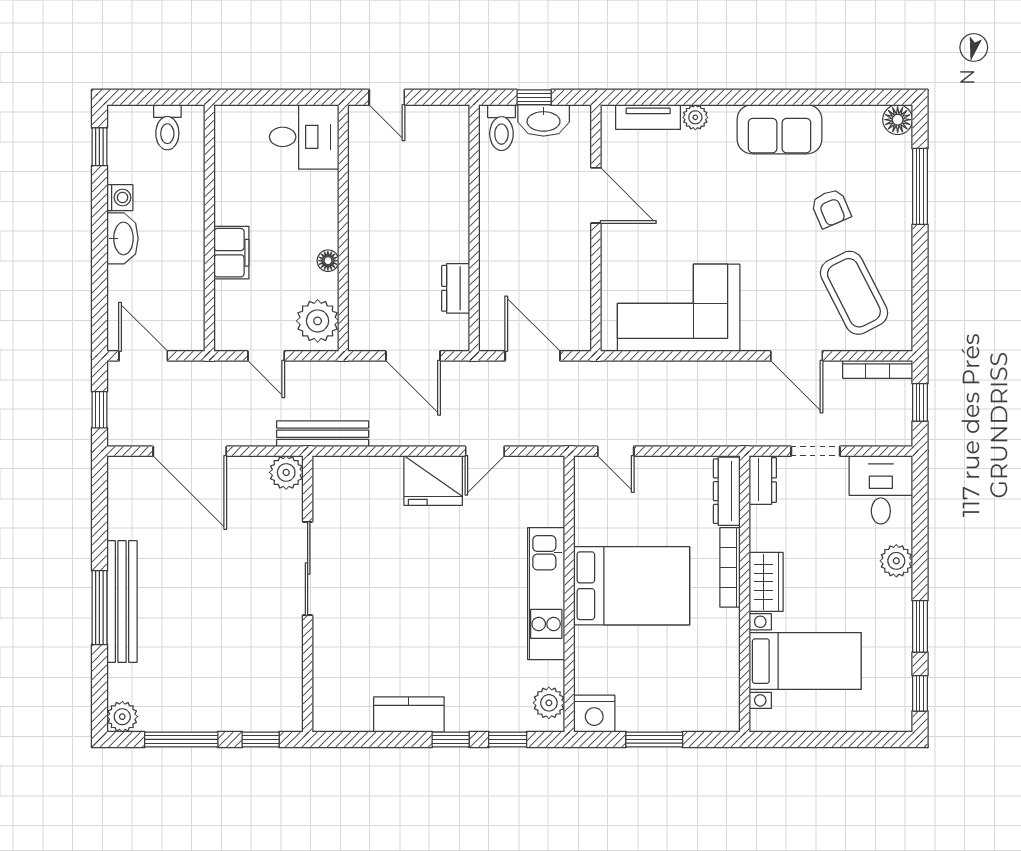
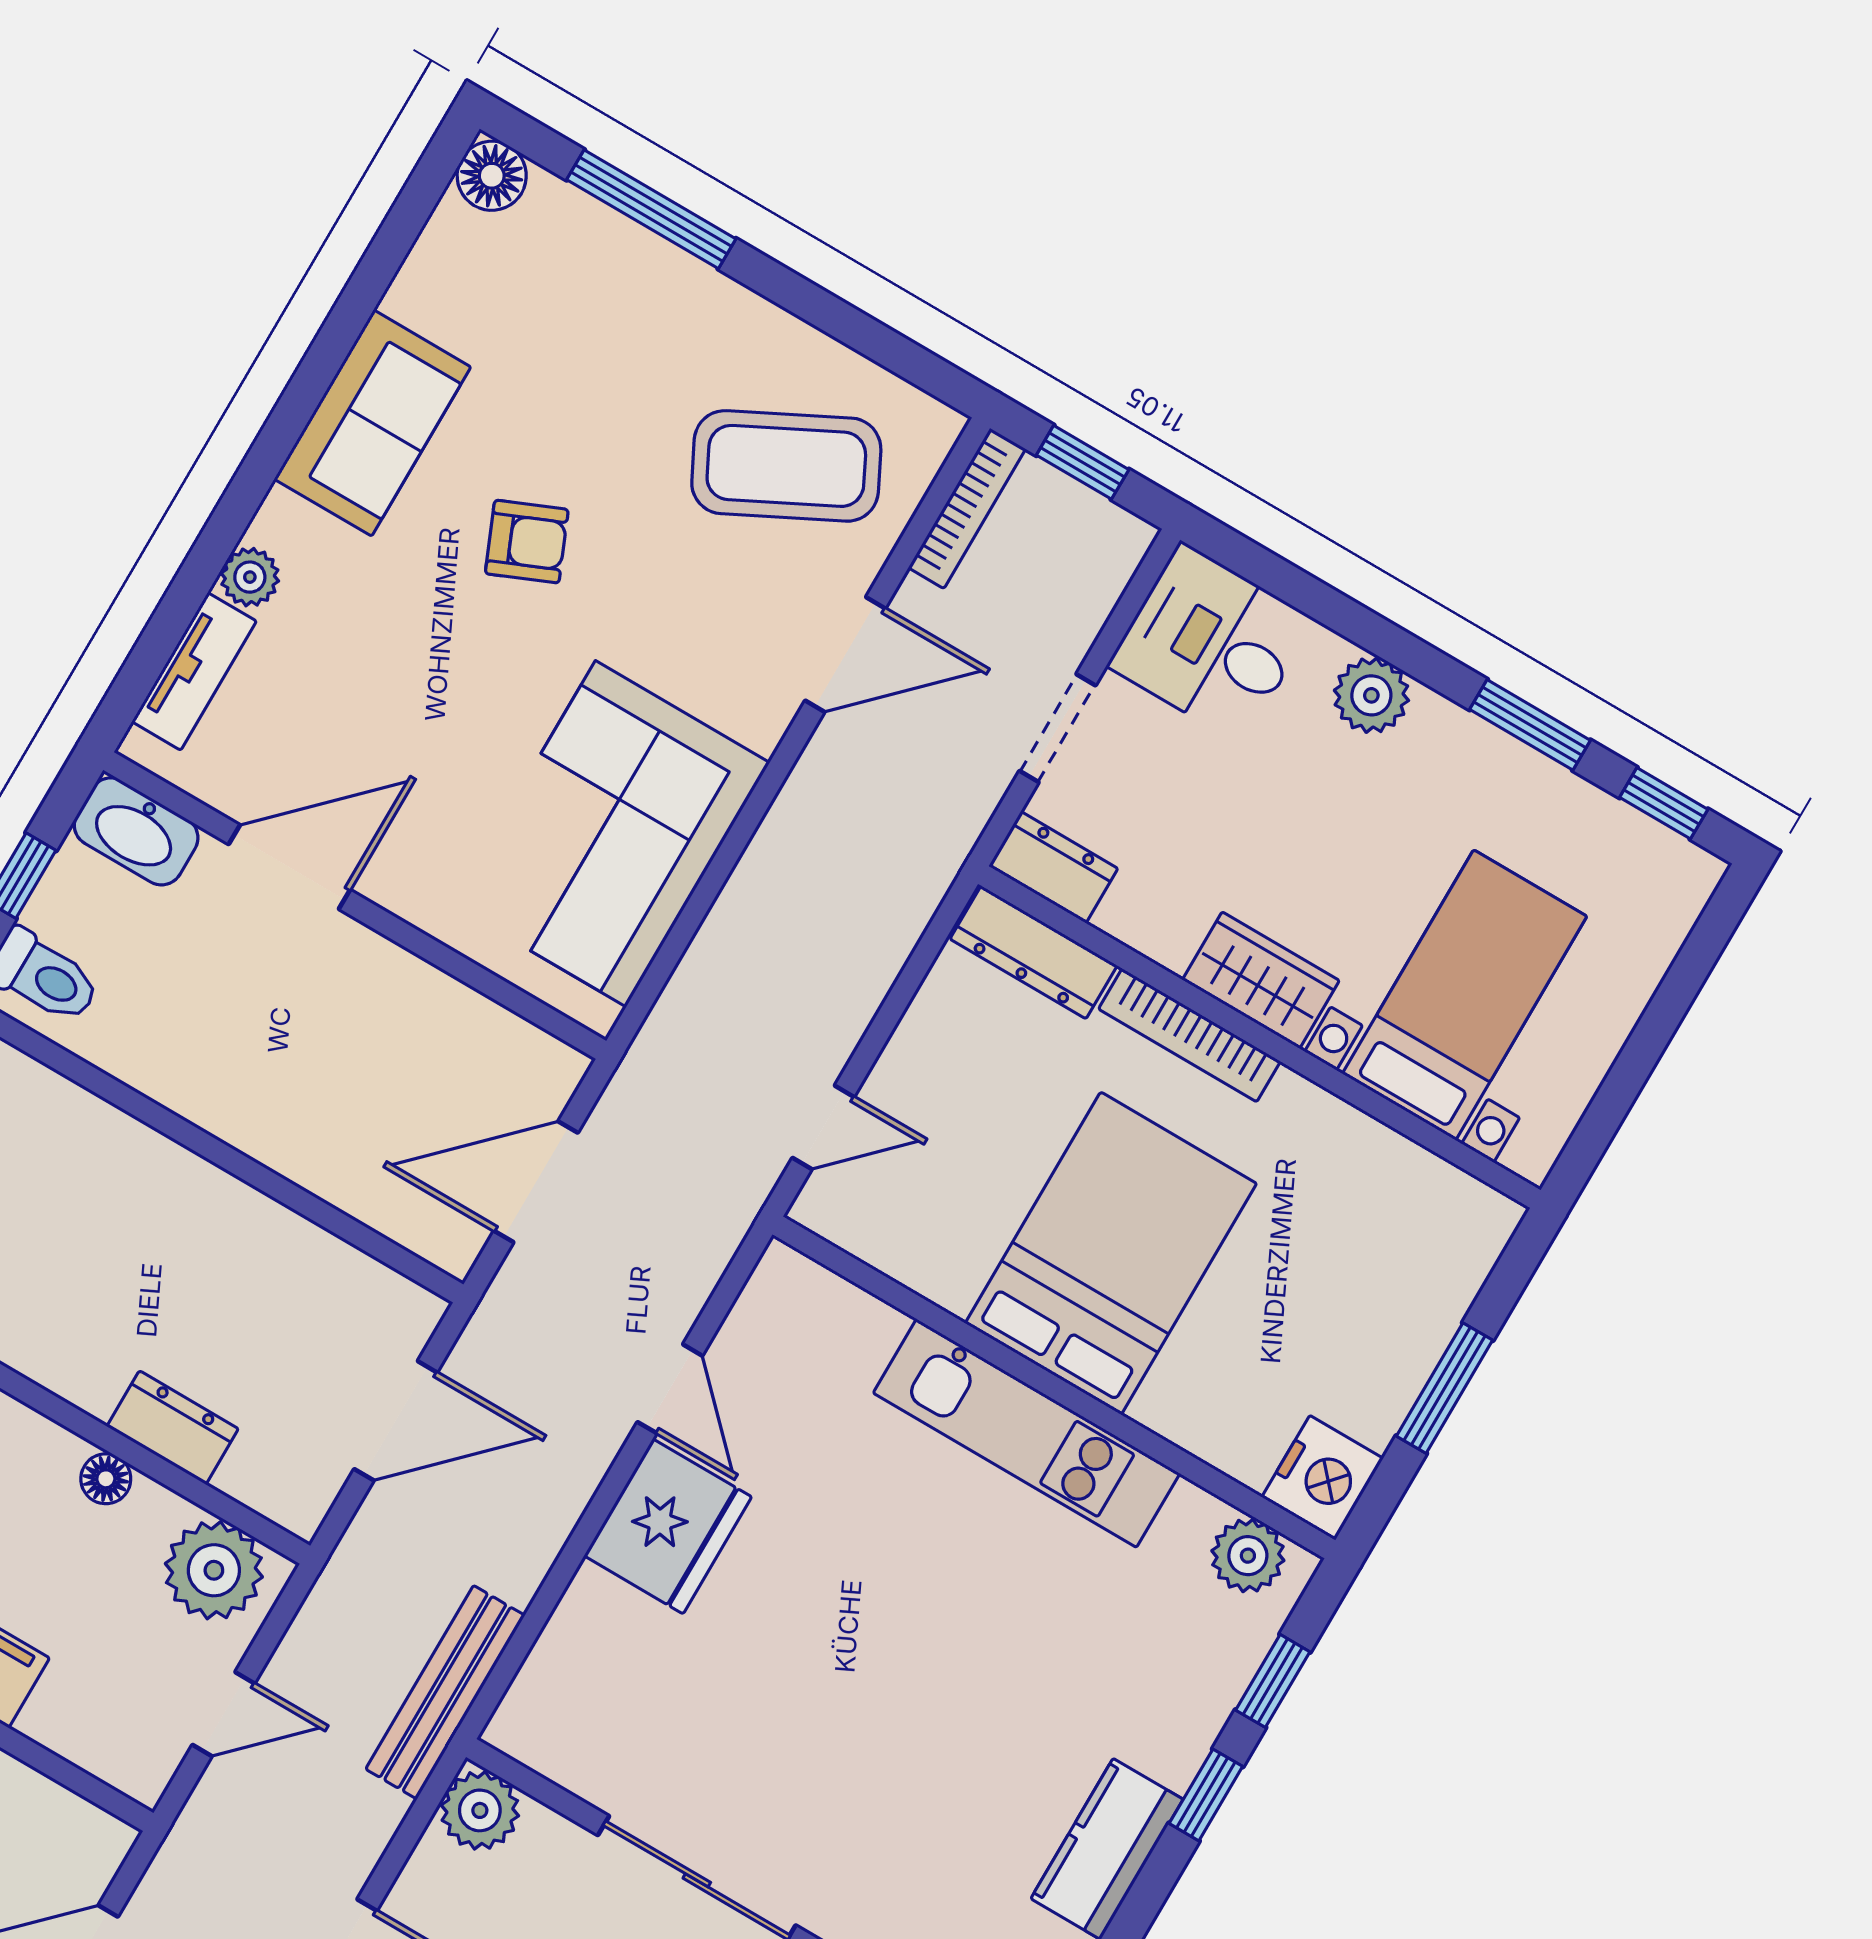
washbasin: (544, 120) -> (136, 831), moved, turned 90
armchair: (831, 208) -> (527, 542), moved
dresser: (456, 288) -> (173, 1428), moved, turned 180

